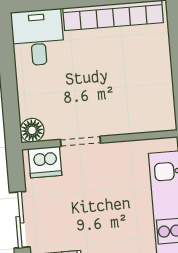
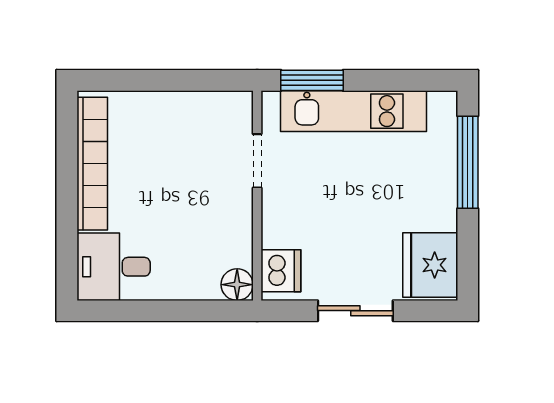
doorway: (81, 141) -> (257, 161), moved

